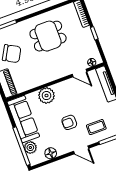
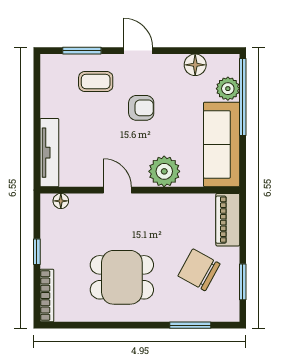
door: (79, 73) -> (117, 190), moved

